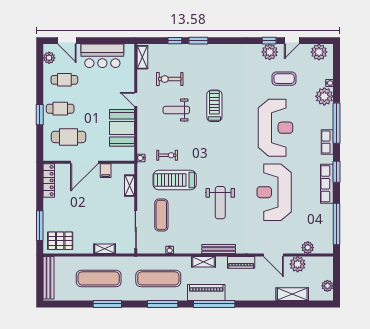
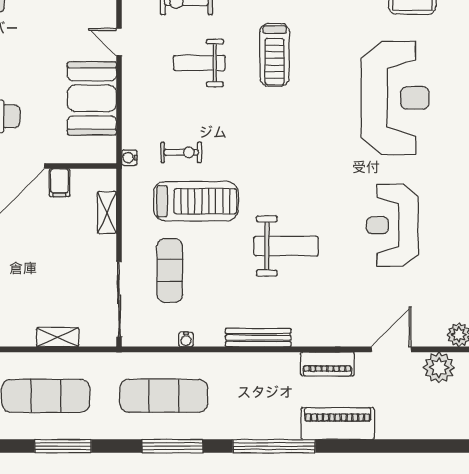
treadmill: (214, 106) -> (275, 55), turned 180
treadmill: (175, 180) -> (196, 201), turned 180
reception desk: (274, 192) -> (393, 225), width x0.74, depth x0.77
weight bench: (220, 203) -> (286, 246), turned -90
bench: (219, 249) -> (258, 338), moved
door: (273, 255) -> (391, 349), swing flipped
shelving: (203, 262) -> (253, 363), removed
piano: (206, 292) -> (338, 424), moved
shelving: (292, 294) -> (429, 427), removed

